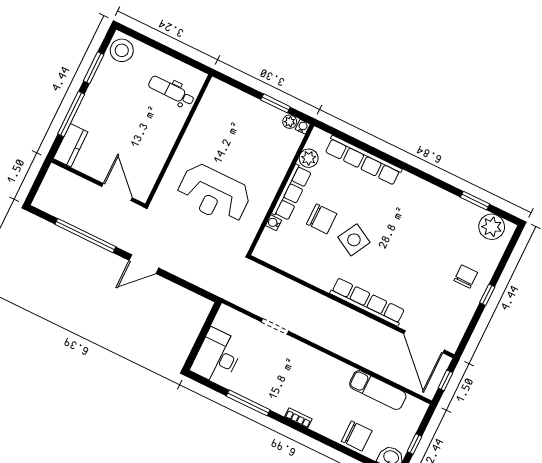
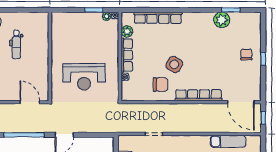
dental chair: (171, 91) -> (16, 44), moved, turned -90
chair: (322, 219) -> (160, 85), moved
plant: (492, 227) -> (222, 20), moved

